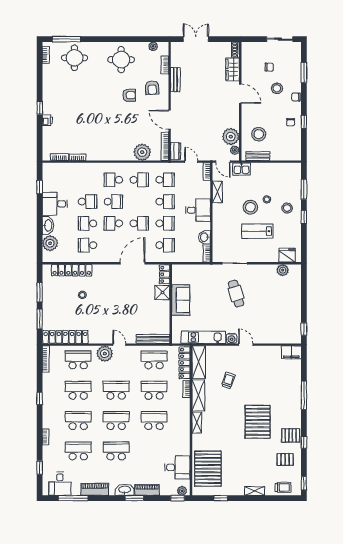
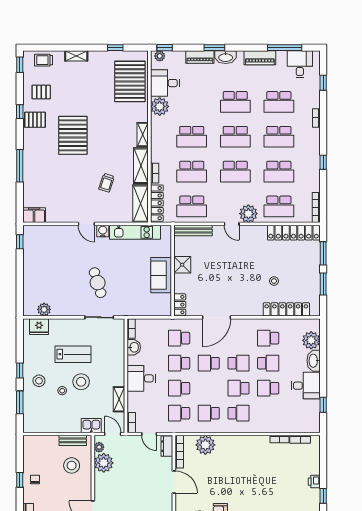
school desk: (87, 245) -> (268, 338), turned 180
shower: (162, 293) -> (182, 265), moved
plant: (182, 447) -> (160, 106), added

